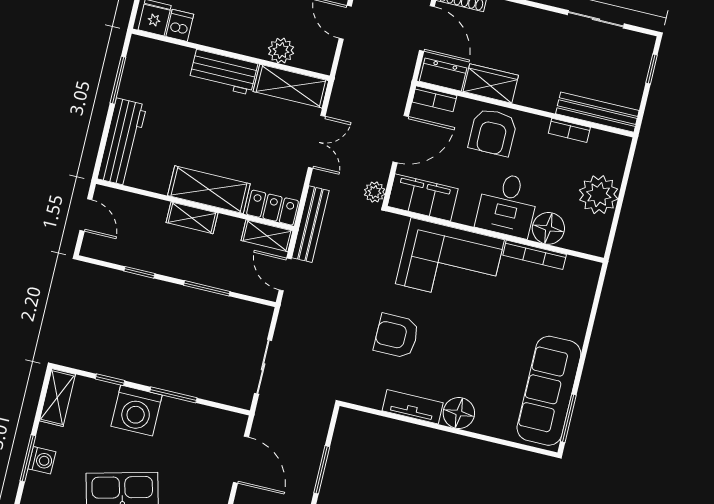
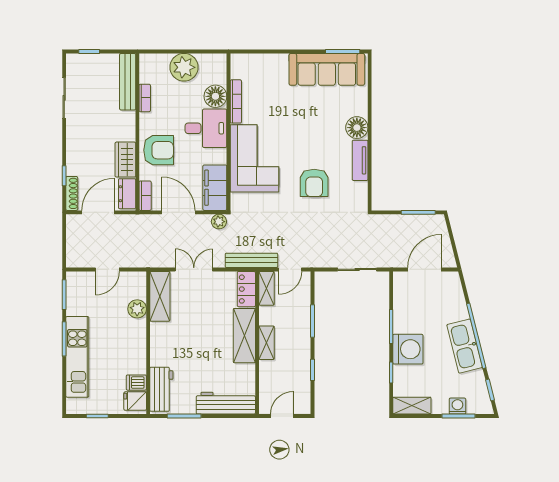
workbench: (223, 72) -> (161, 389), moved

